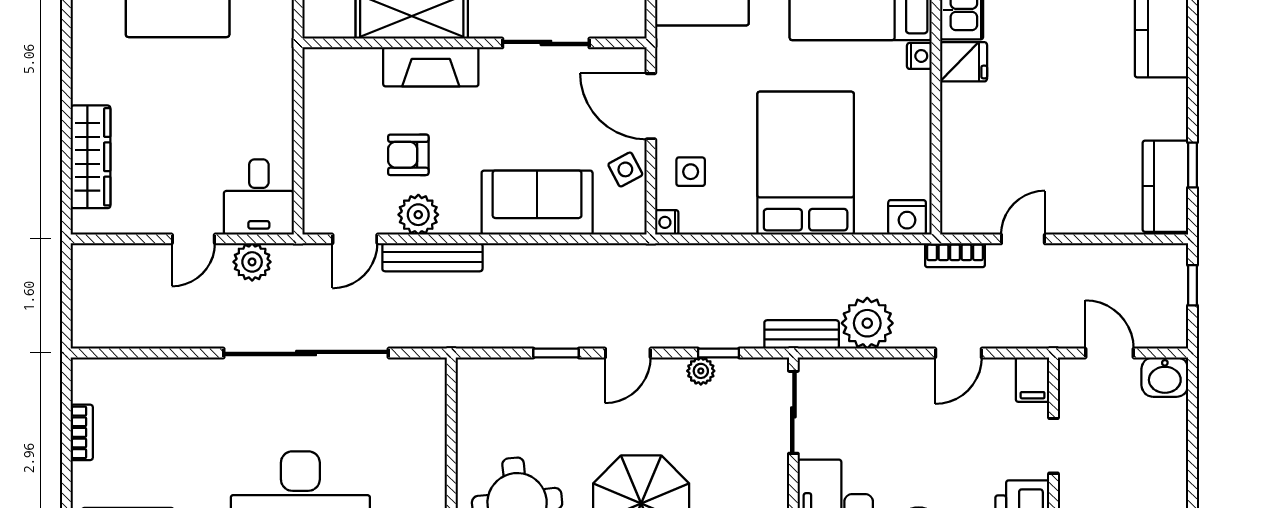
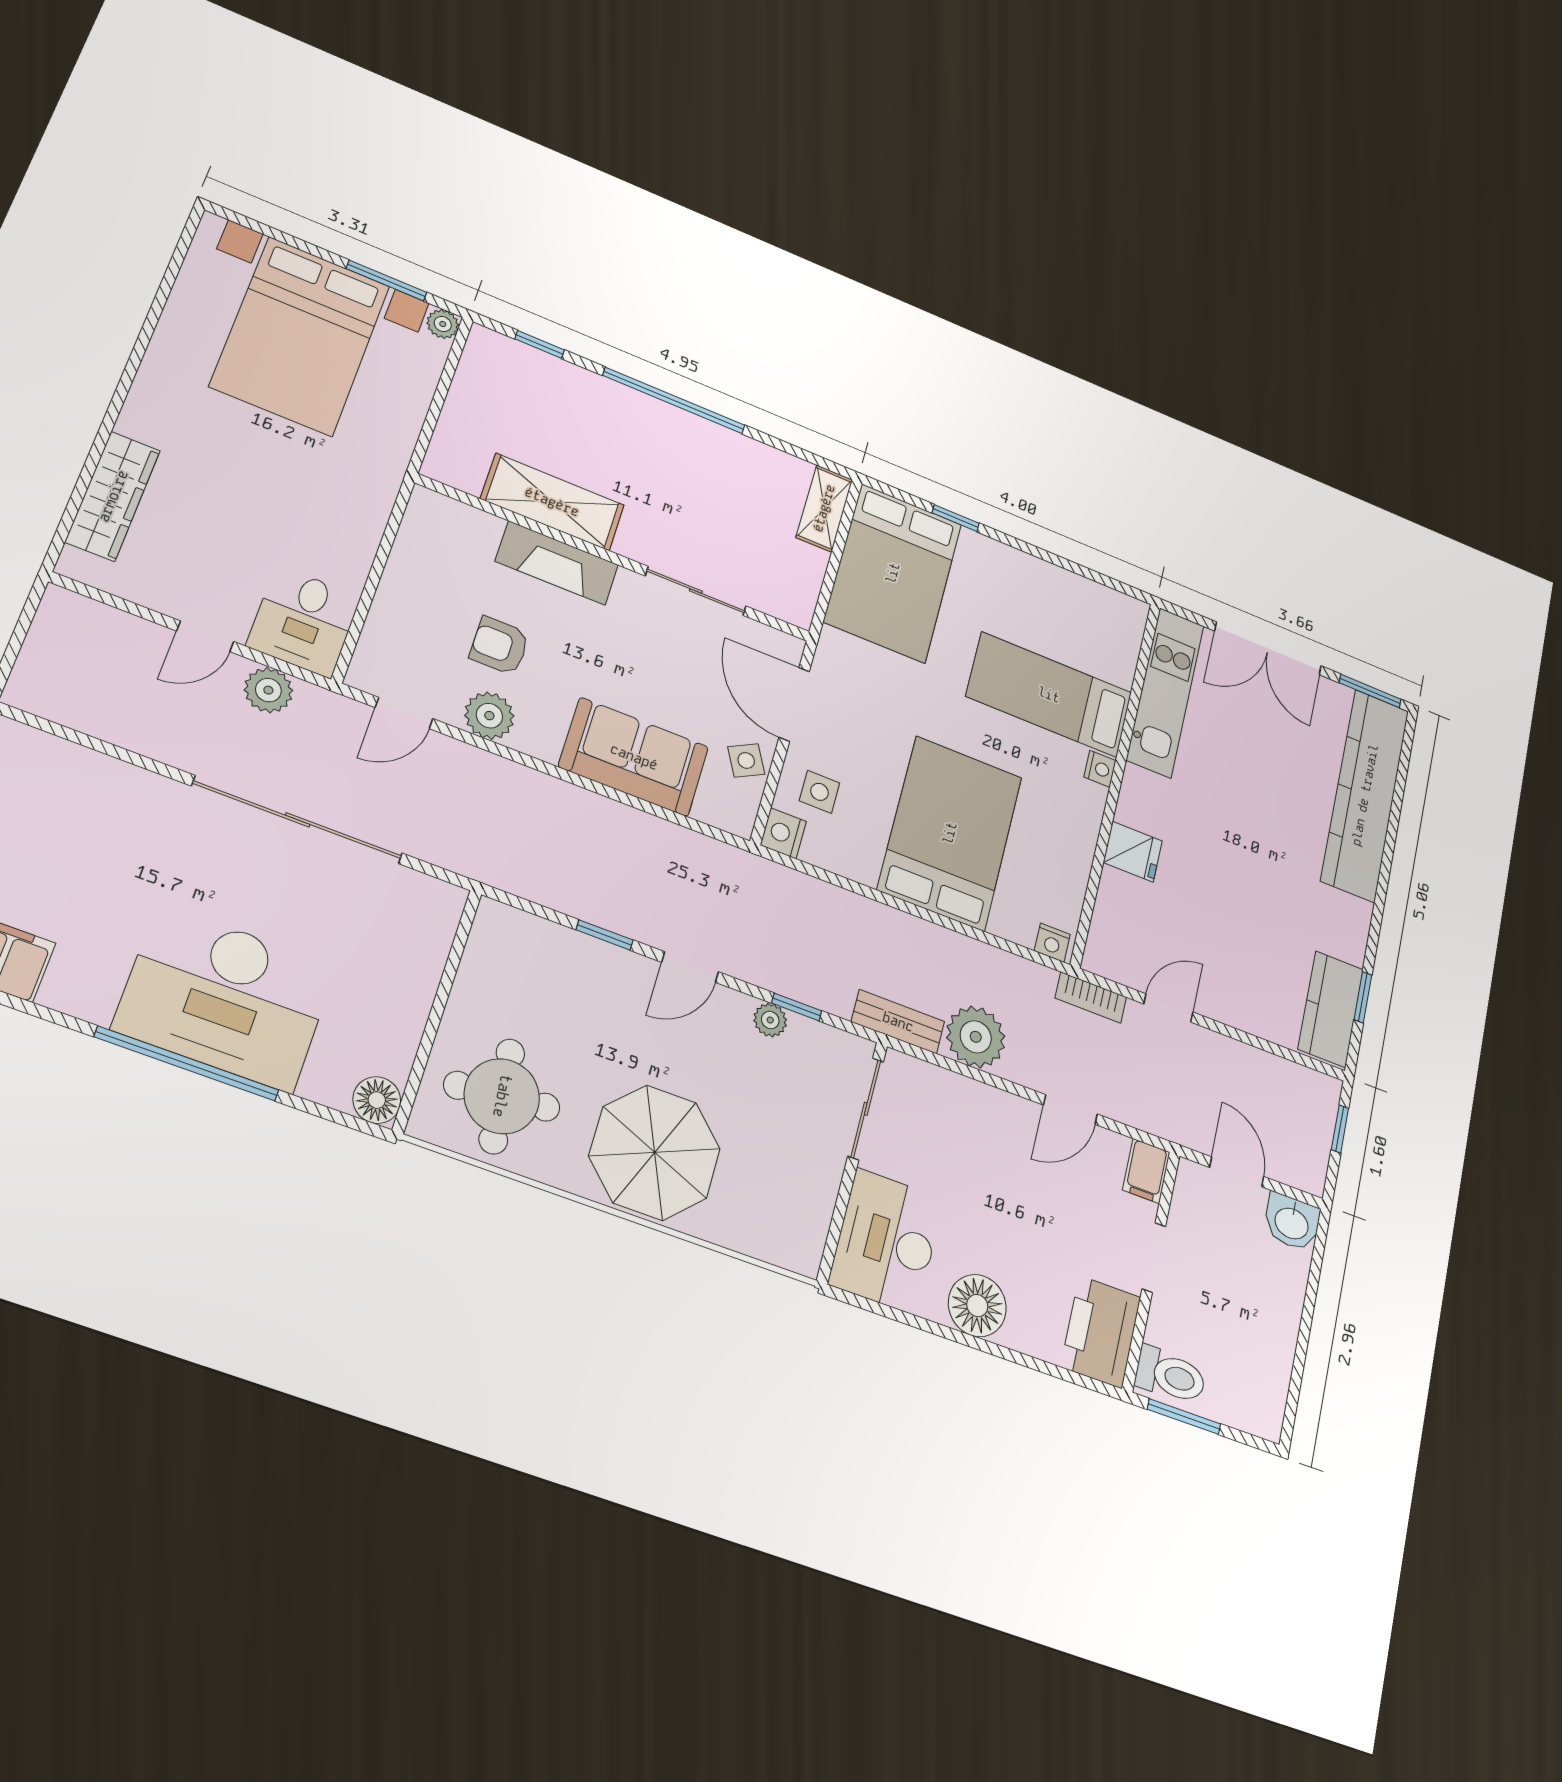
fridge: (964, 62) -> (1133, 852), moved
nightstand: (907, 217) -> (1052, 943), width x0.72, depth x0.74
nightstand: (667, 222) -> (783, 833), width x1.39, depth x1.35
bench: (432, 257) -> (491, 769), removed

